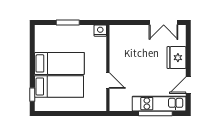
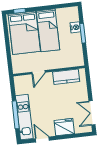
nightstand: (100, 31) -> (75, 27), moved
kitchen counter: (117, 48) -> (66, 77), added
bed: (59, 87) -> (24, 33), width x1.50

